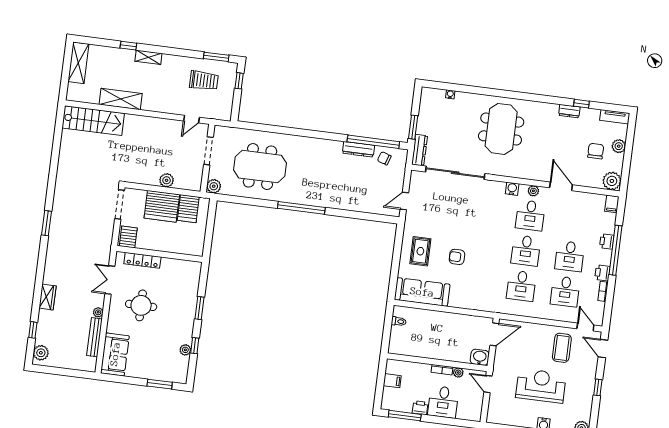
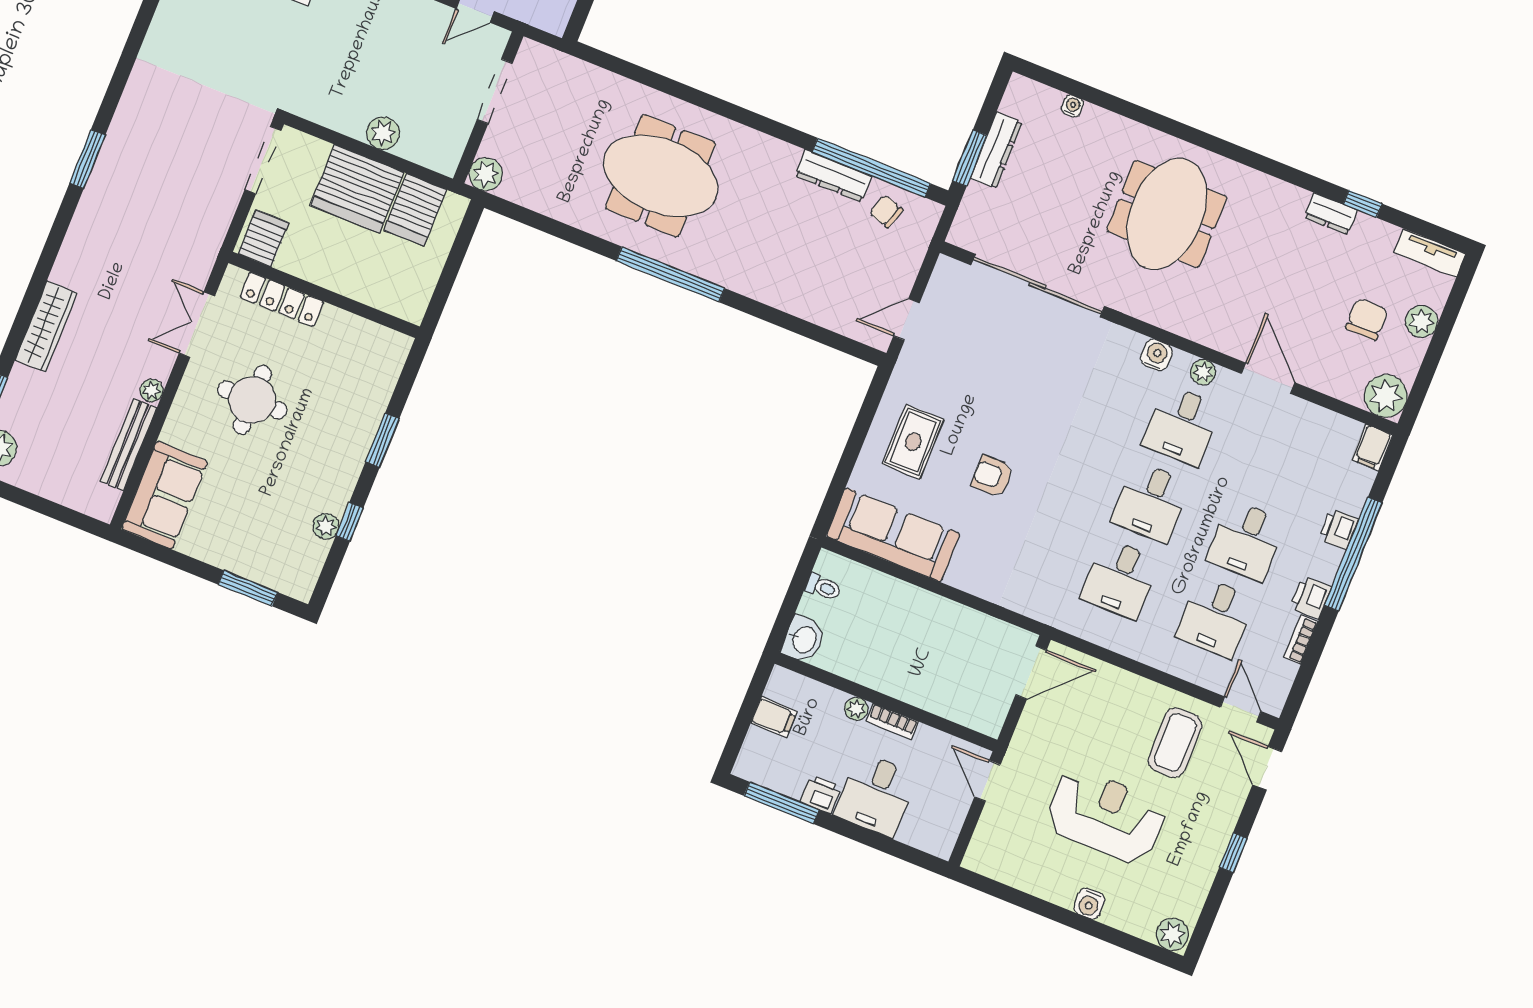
dresser: (420, 150) -> (996, 150), moved
meeting table: (260, 167) -> (660, 176), moved
wardrobe: (47, 297) -> (46, 326), width x1.50
washbasin: (480, 357) -> (804, 639), moved, turned 90
plant: (458, 373) -> (856, 709), moved

